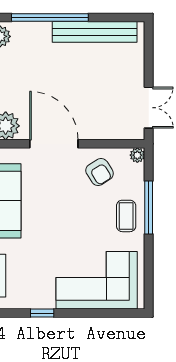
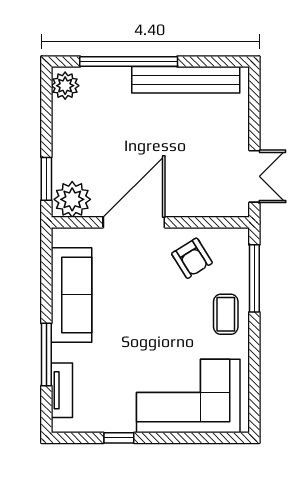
door: (54, 144) -> (134, 222), hinge flipped
plant: (137, 155) -> (240, 237), removed
window: (149, 208) -> (254, 278), moved

